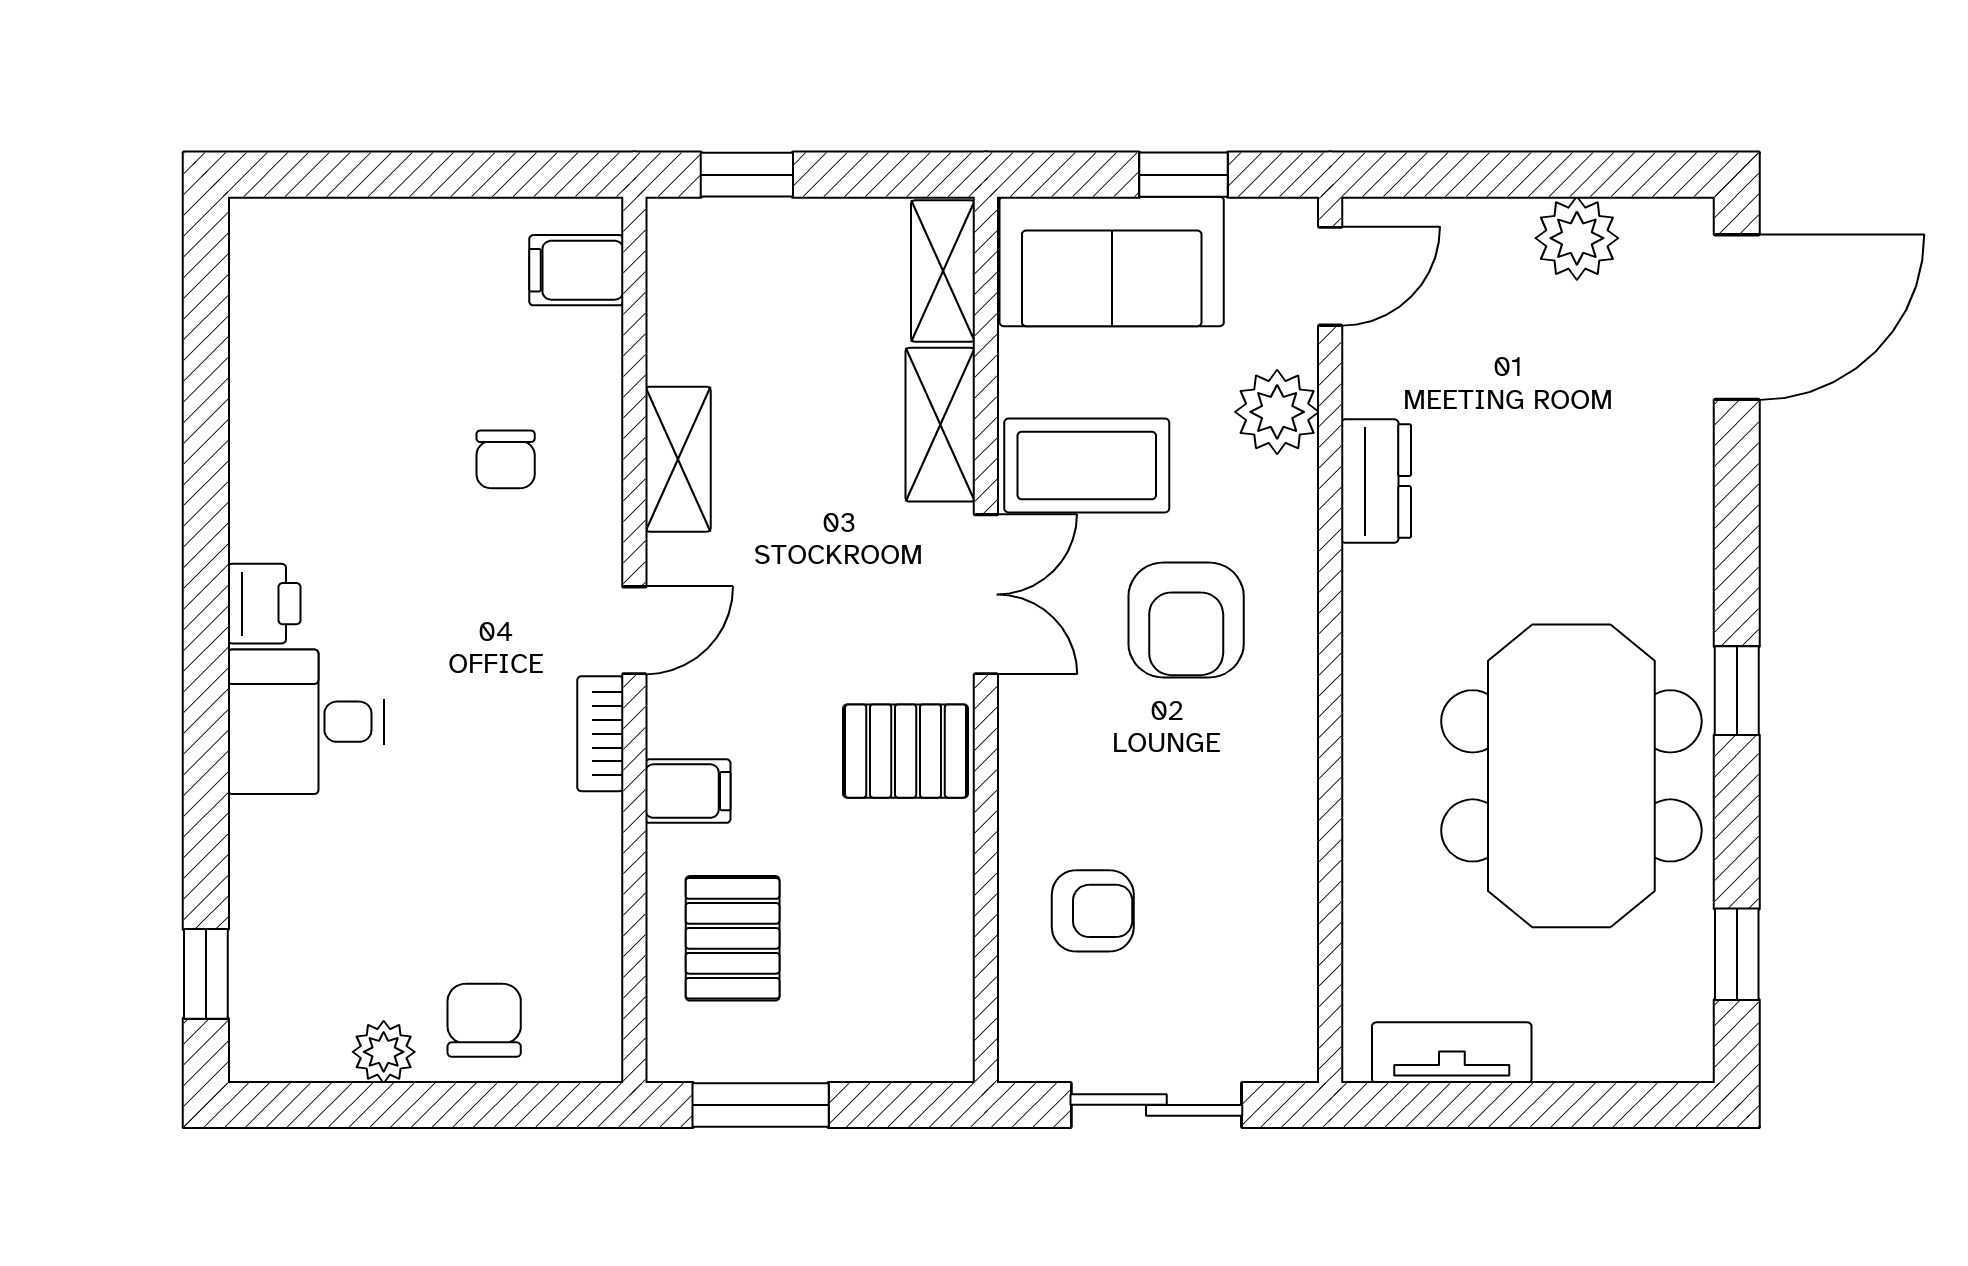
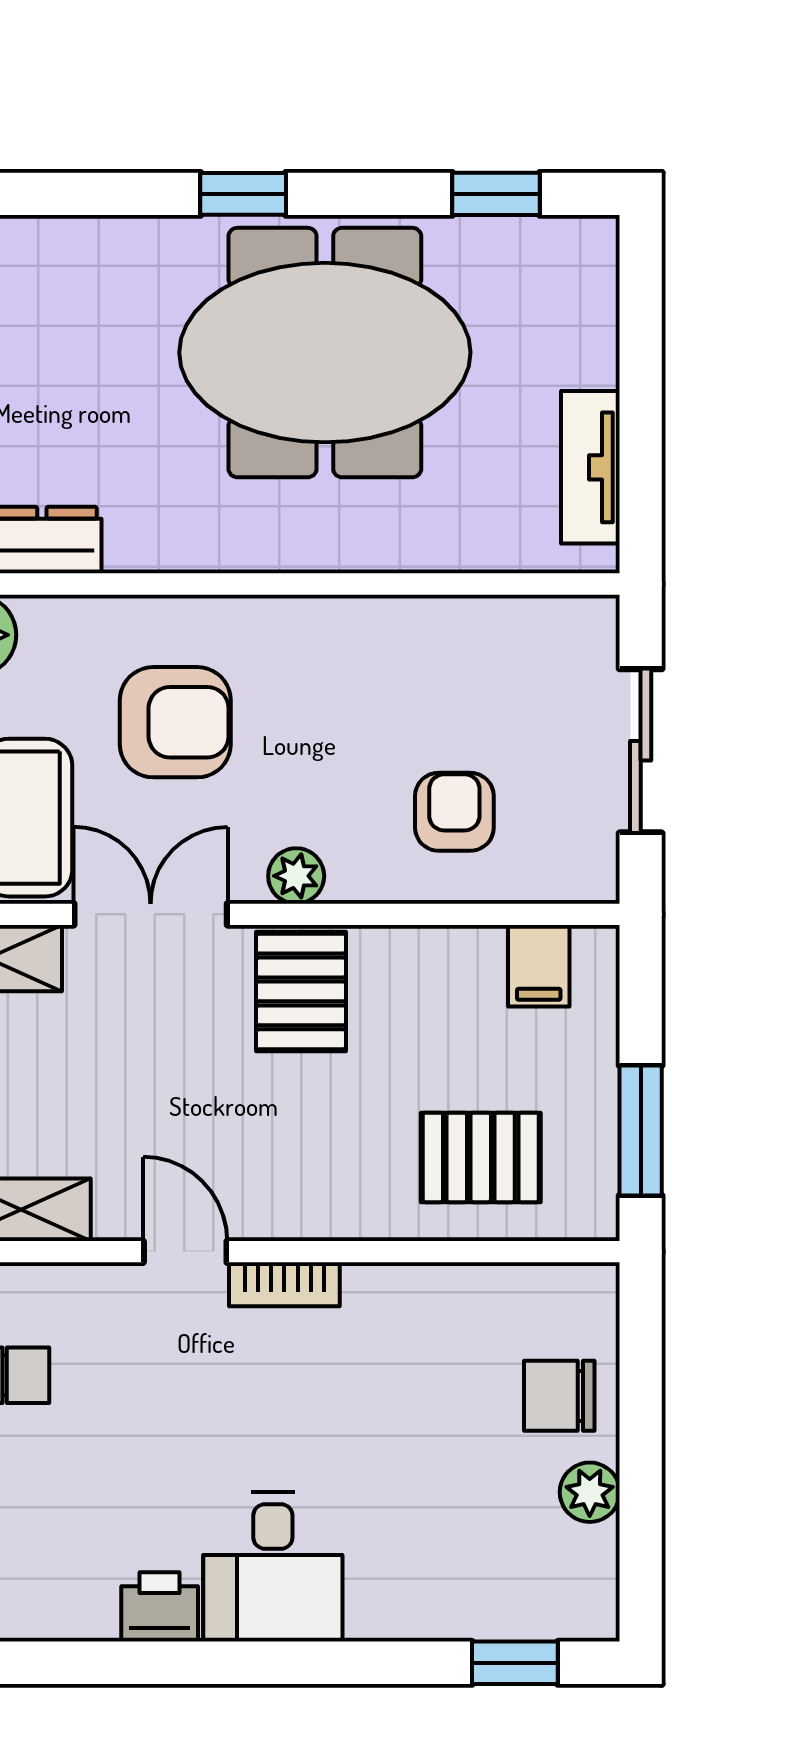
plant: (1026, 746) -> (296, 876), added
filing cabinet: (688, 791) -> (539, 966), moved, turned 180

